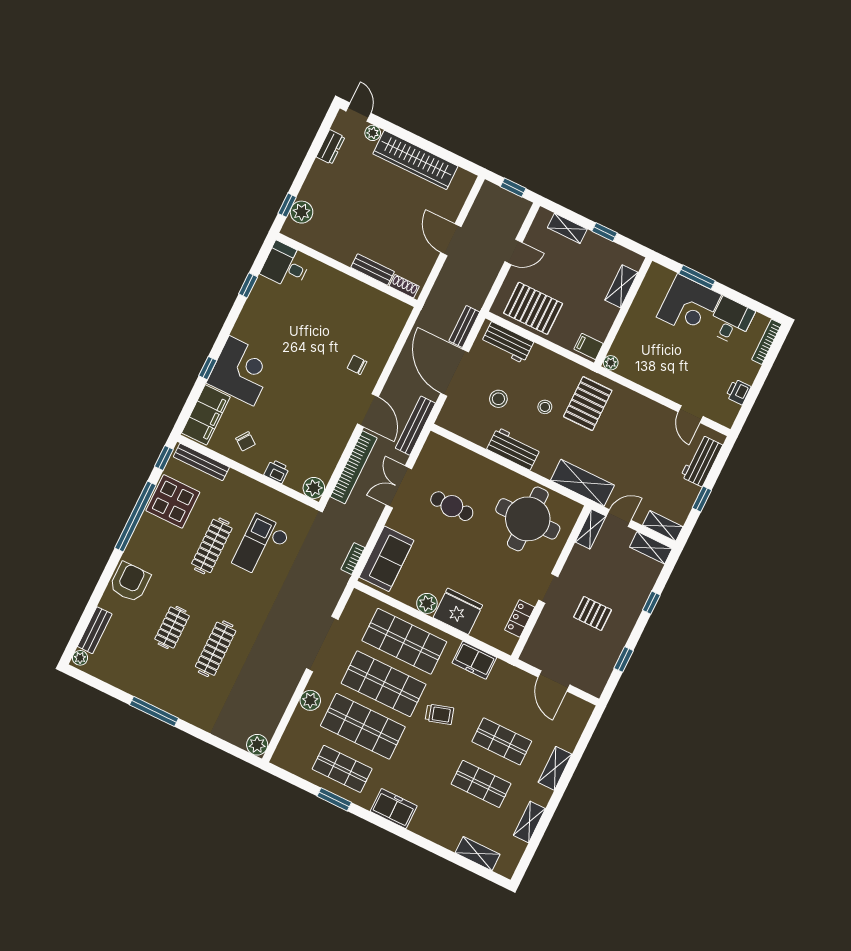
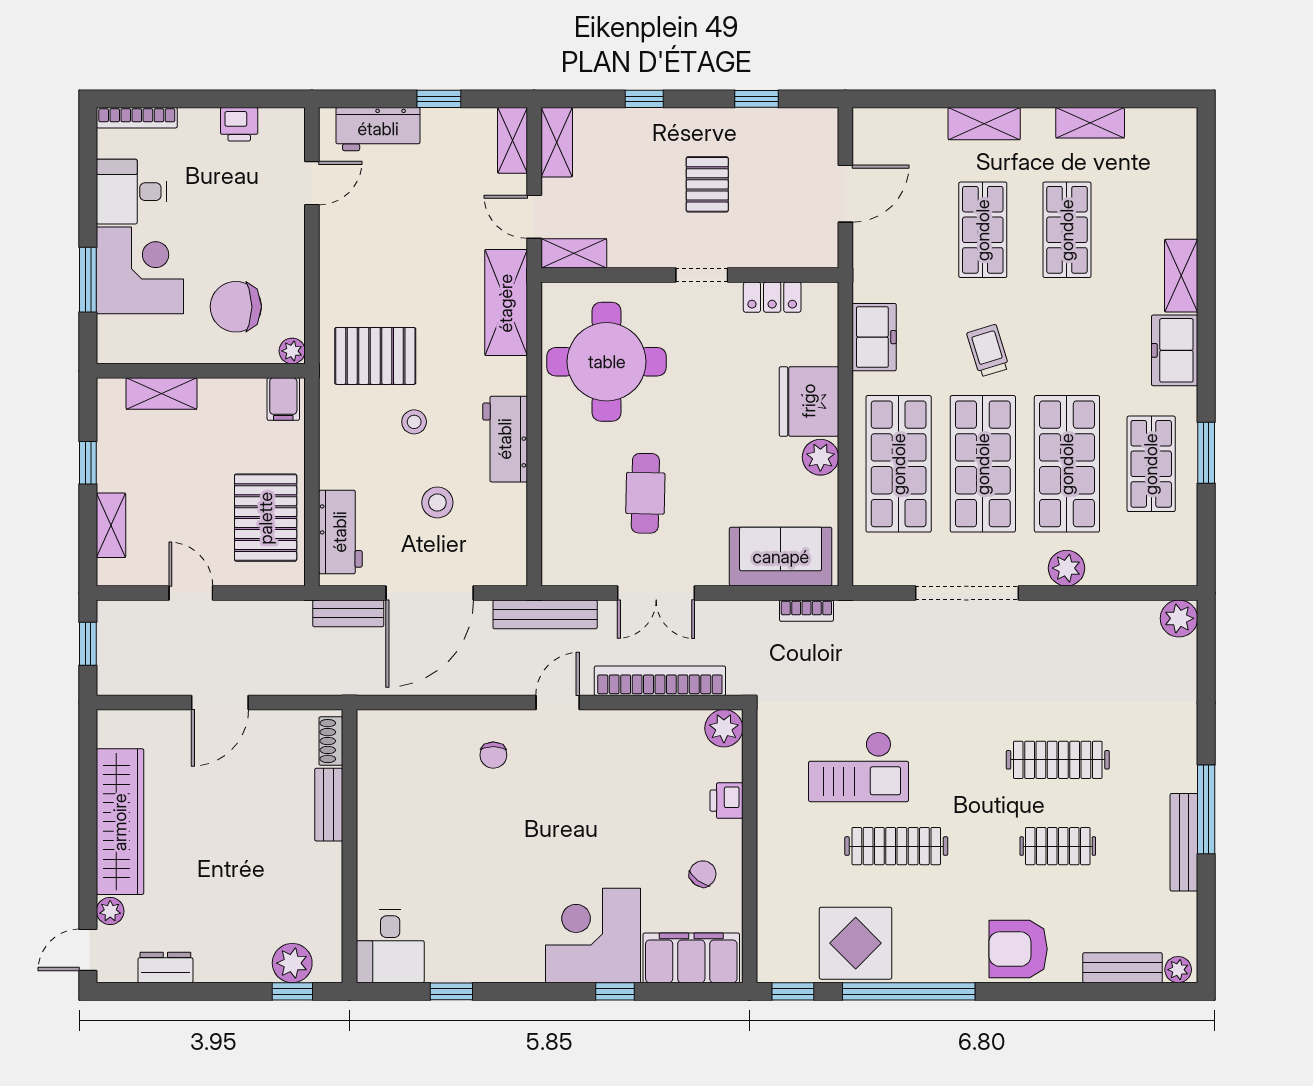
chair: (647, 345) -> (236, 307), added
door: (368, 410) -> (558, 702), width x0.73
bench: (201, 462) -> (1184, 842), moved
shelving: (478, 854) -> (1181, 276), moved

